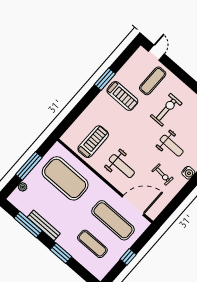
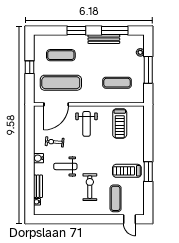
exercise bike: (166, 110) -> (90, 187), turned 180
weight bench: (122, 166) -> (87, 124), turned -90
exercise mat: (65, 178) -> (117, 83), width x0.50, depth x0.69

